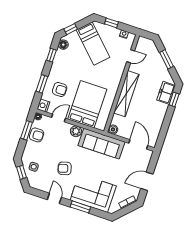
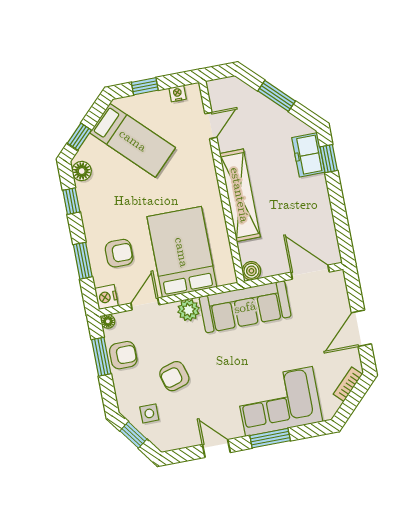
armchair: (65, 168) -> (174, 376), moved

